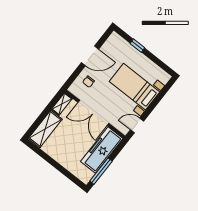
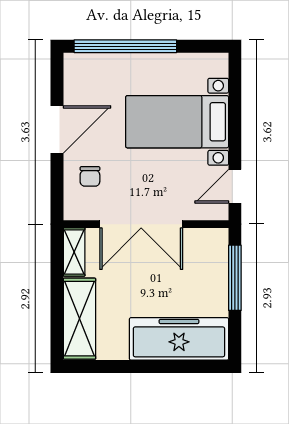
window: (137, 46) -> (125, 46), width x3.17
freezer: (102, 150) -> (179, 339), moved, turned 90
window: (101, 171) -> (235, 278), moved

